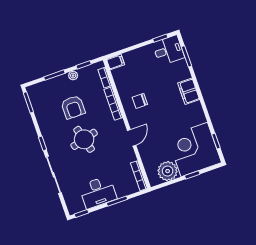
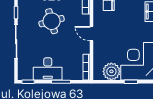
door: (132, 138) -> (91, 34), swing flipped

